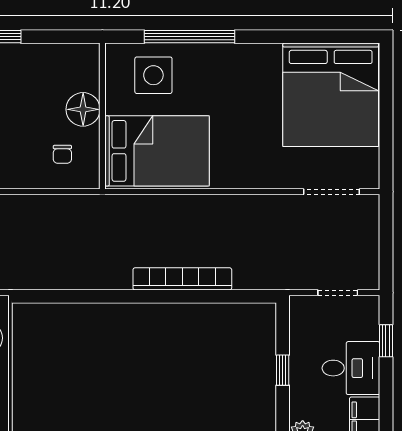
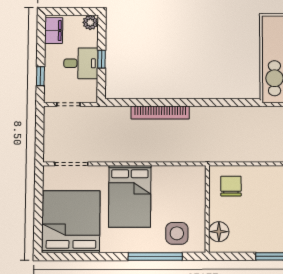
floor lamp: (83, 109) -> (219, 232), moved
bed: (157, 151) -> (130, 196), moved, turned -90
chair: (62, 154) -> (231, 186), width x1.87, depth x1.87
desk: (351, 368) -> (81, 63), moved, turned 180

